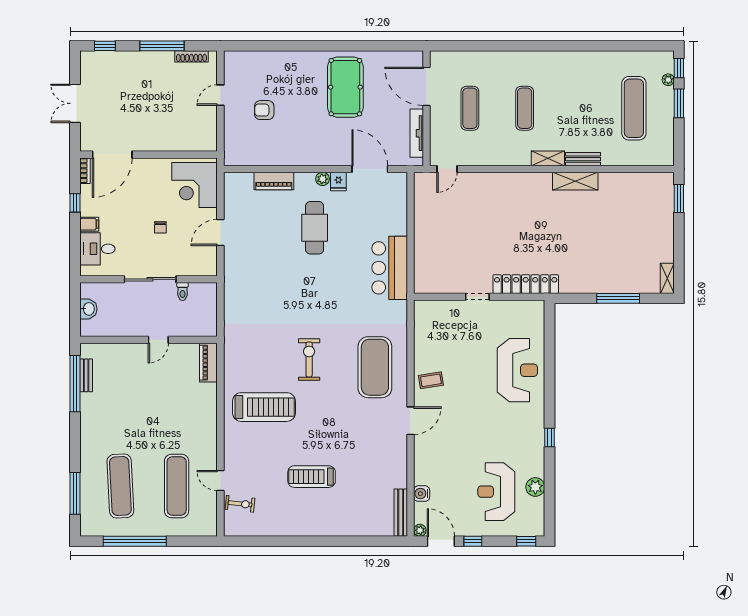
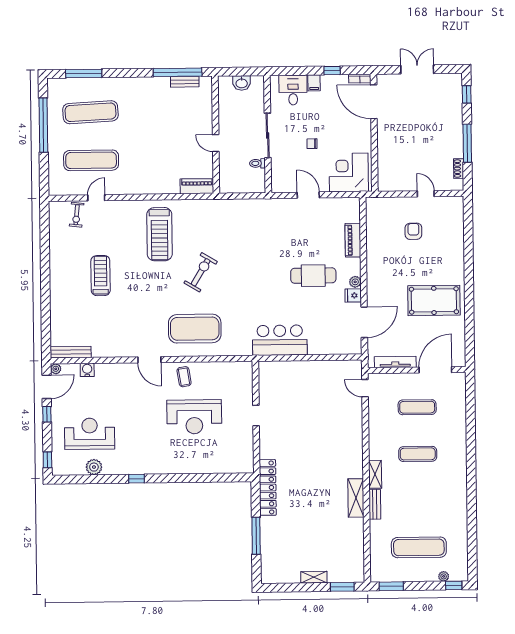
shoe rack: (191, 56) -> (459, 169), width x0.70
window: (679, 103) -> (391, 586), moved
shelving: (667, 278) -> (314, 577), moved
locker: (526, 284) -> (268, 487), moved
exercise bike: (309, 359) -> (201, 272), turned -59
reception desk: (517, 370) -> (194, 417), moved

